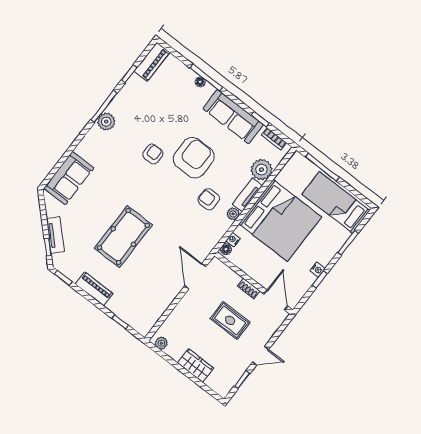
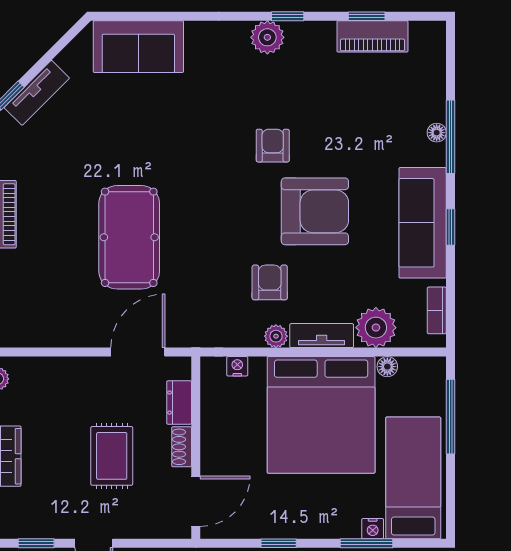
piano: (152, 62) -> (372, 36), moved
window: (104, 106) -> (288, 16), width x0.46
window: (260, 119) -> (450, 227), moved
armchair: (153, 154) -> (273, 146), turned -90
pool table: (123, 237) -> (129, 237), moved, turned 90
floor lamp: (226, 249) -> (387, 367), moved
nightstand: (318, 270) -> (373, 529), moved
dresser: (230, 275) -> (179, 403), added

